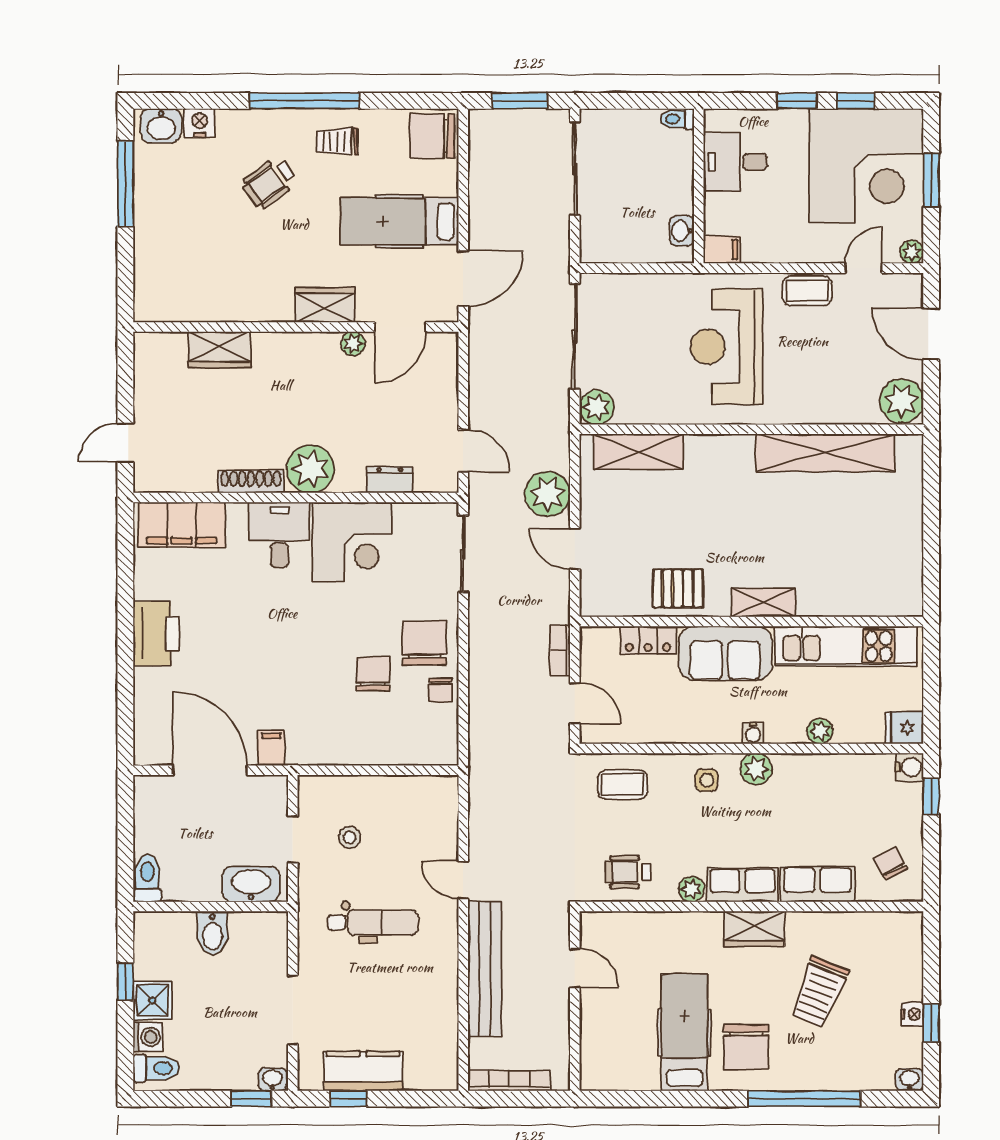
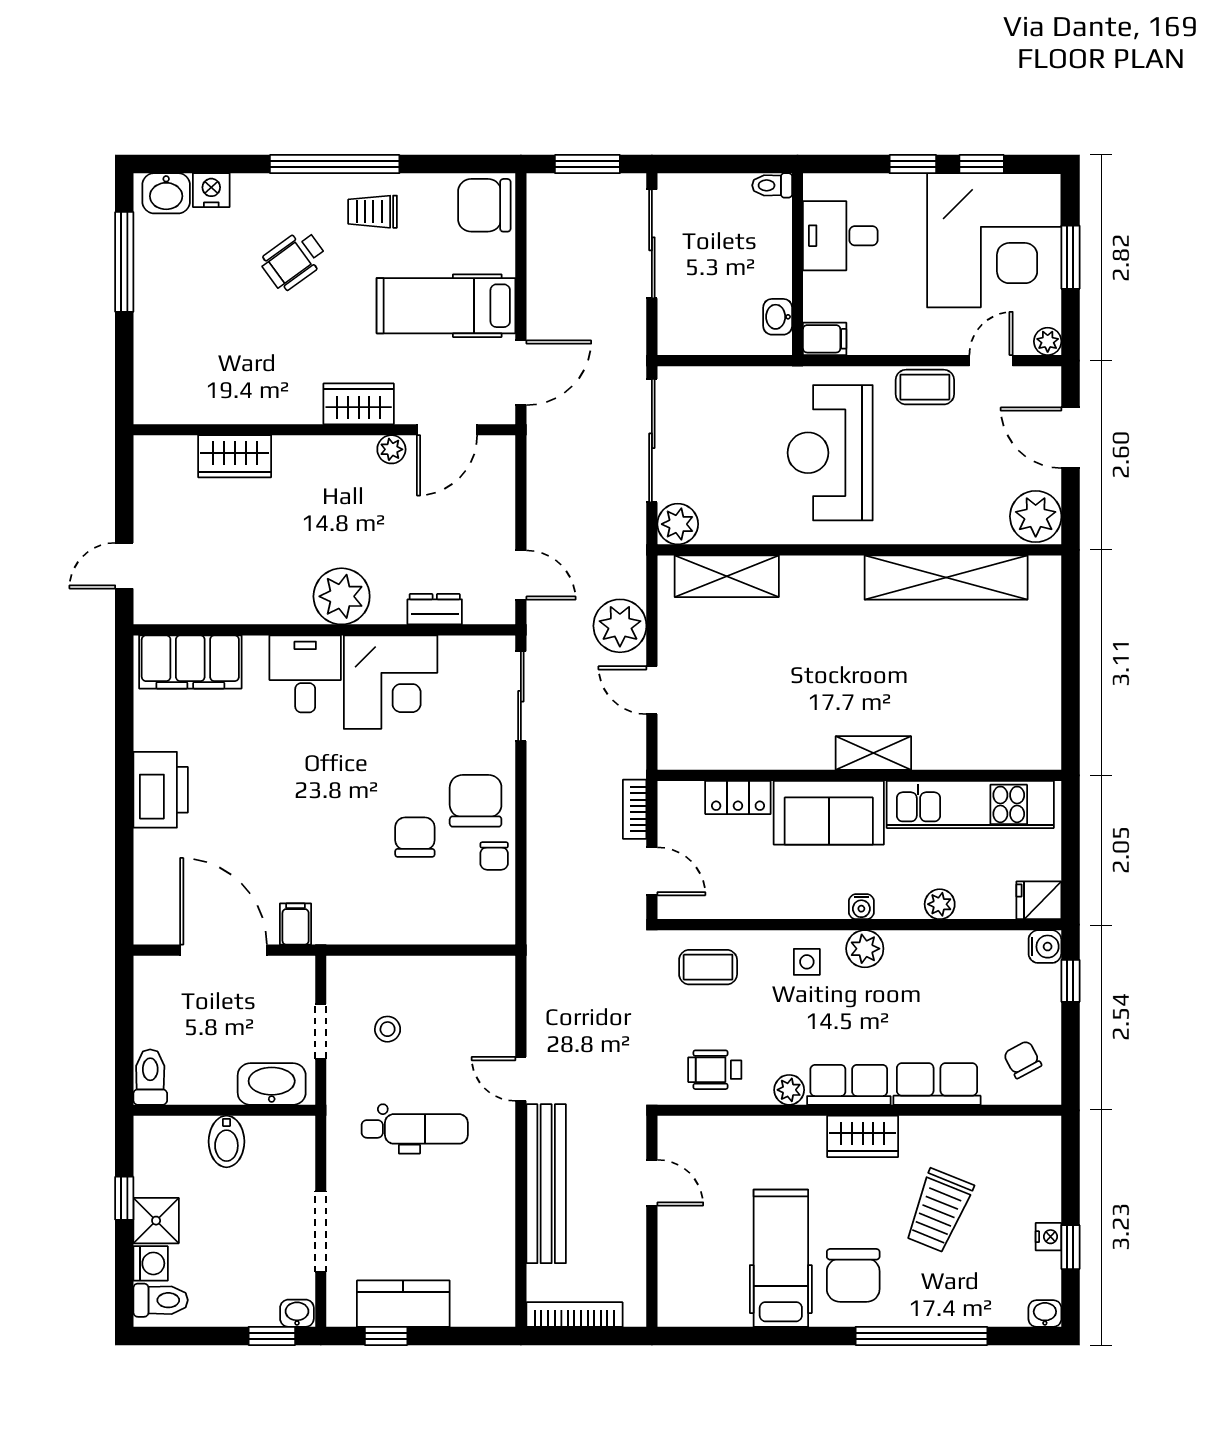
shoe rack: (251, 482) -> (272, 611), removed
pallet: (678, 588) -> (773, 737), removed

